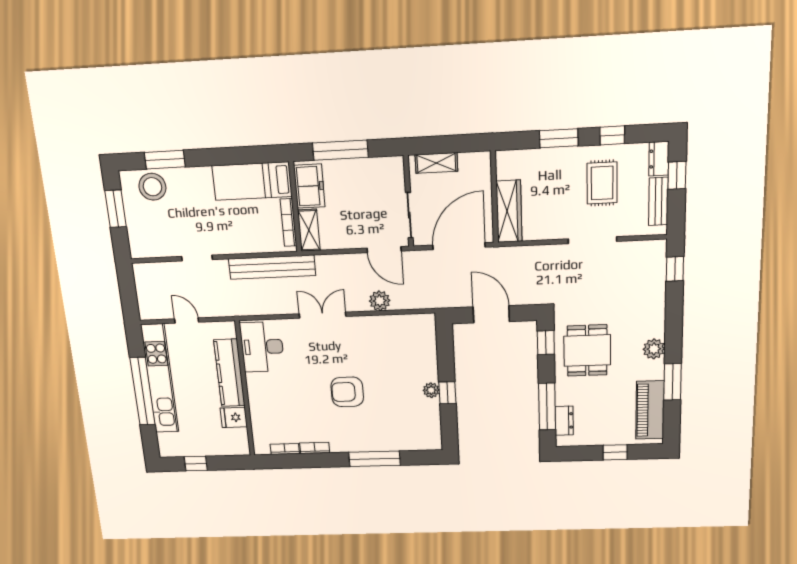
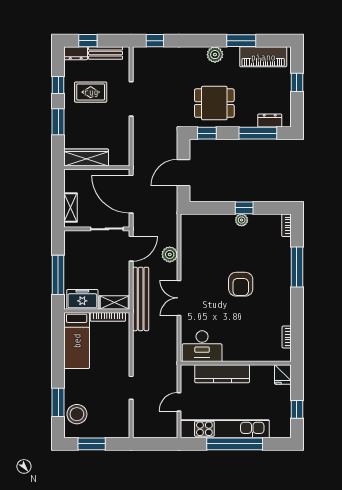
wardrobe: (509, 211) -> (86, 157), moved
bench: (272, 267) -> (141, 299), moved
fridge: (234, 417) -> (283, 375), moved
bookcase: (315, 448) -> (286, 225), moved

